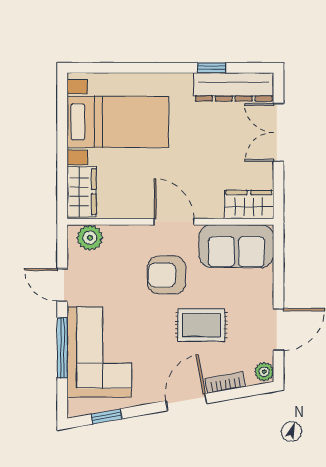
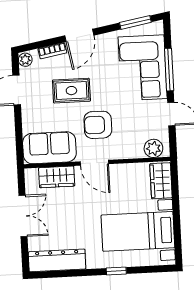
window: (212, 68) -> (116, 271), moved
double door: (278, 132) -> (23, 216), moved
wardrobe: (249, 204) -> (57, 177), moved
armchair: (167, 275) -> (98, 125), turned 180
window: (106, 416) -> (135, 22), width x1.50

